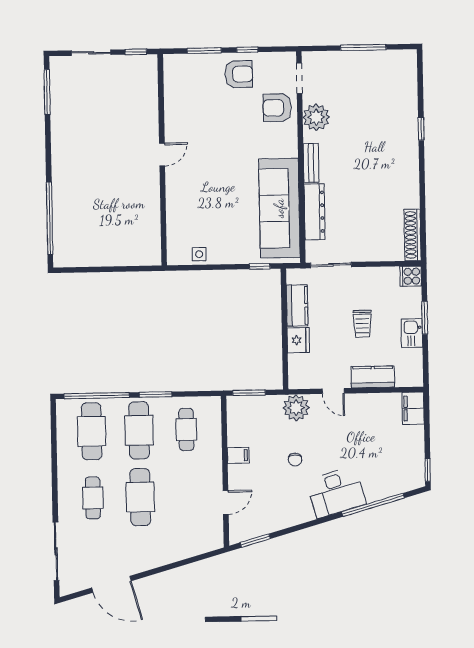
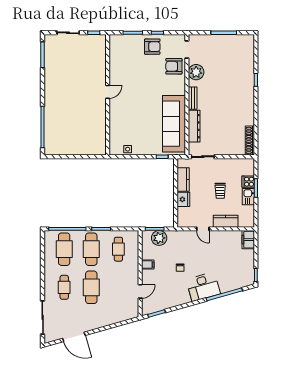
cooker: (411, 276) -> (248, 182), moved
plant: (296, 408) -> (159, 238), moved

